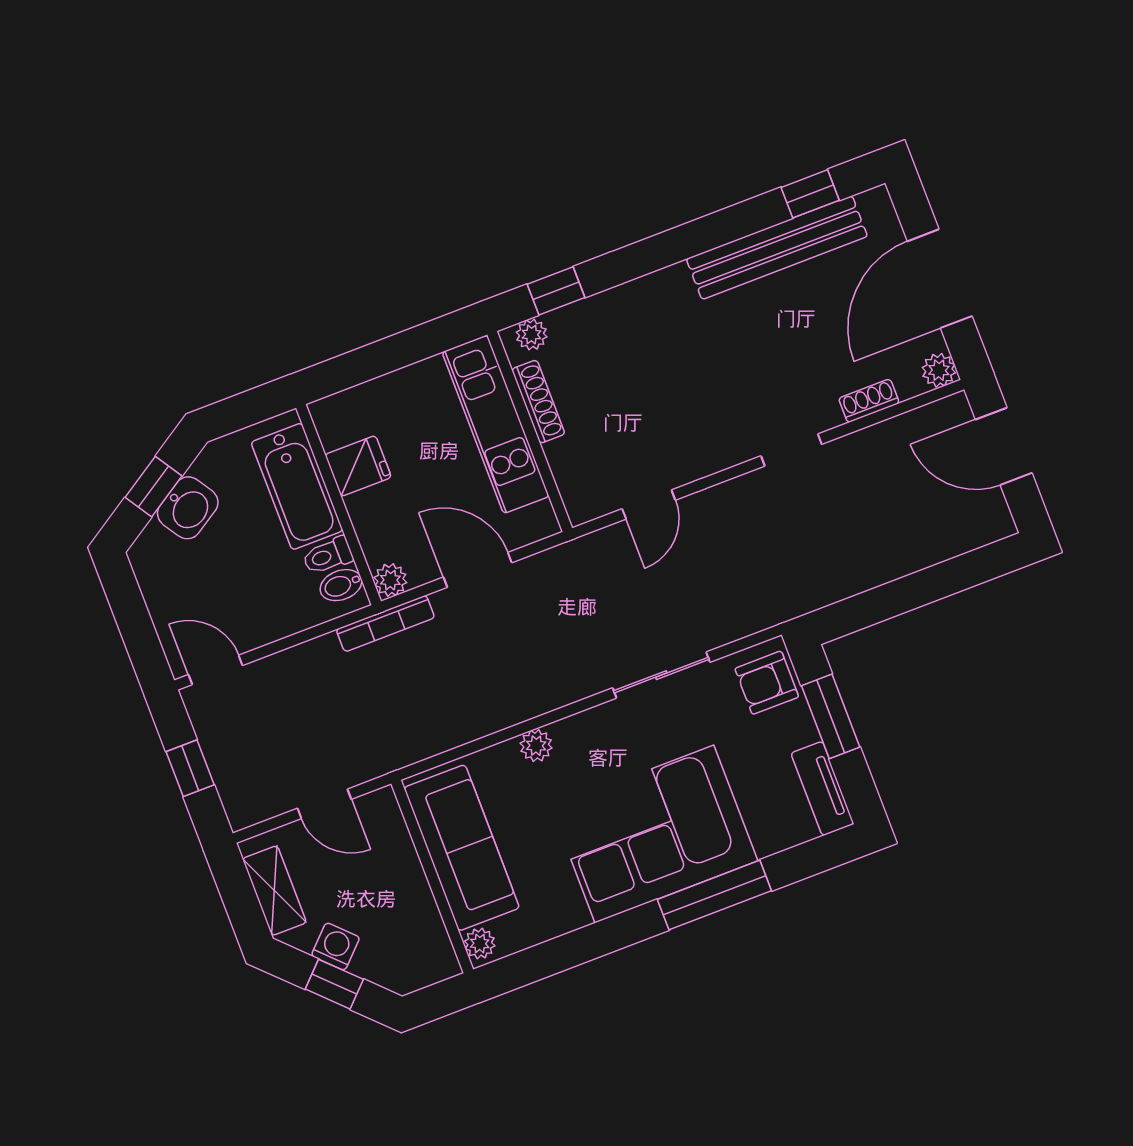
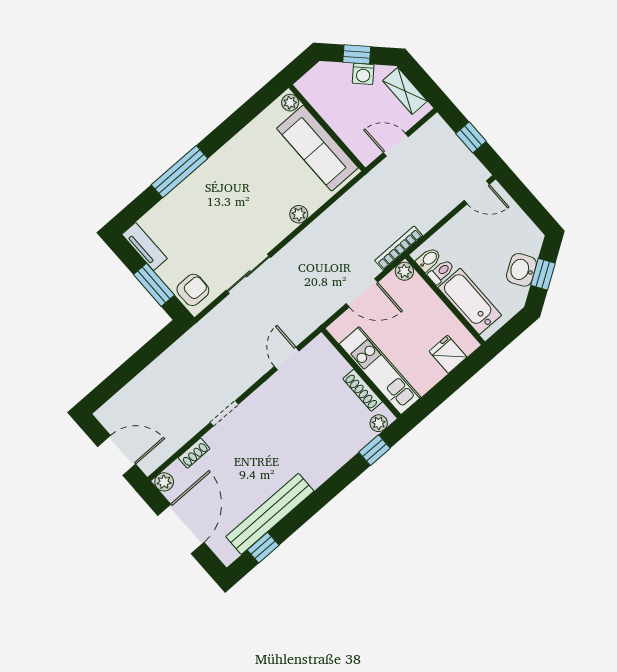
fridge: (358, 466) -> (448, 354), moved, turned 90
corner sofa: (654, 834) -> (222, 191), removed

